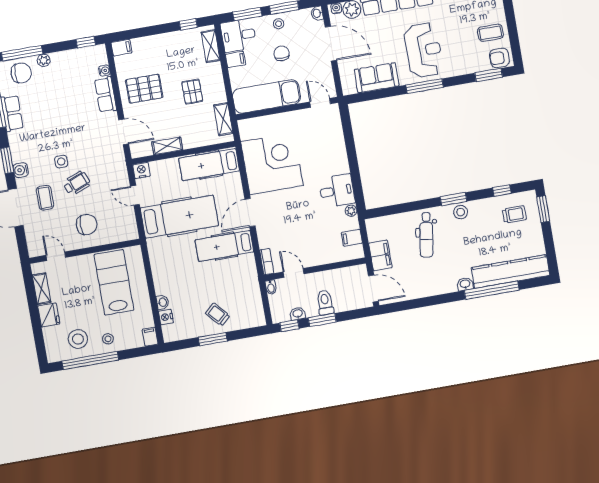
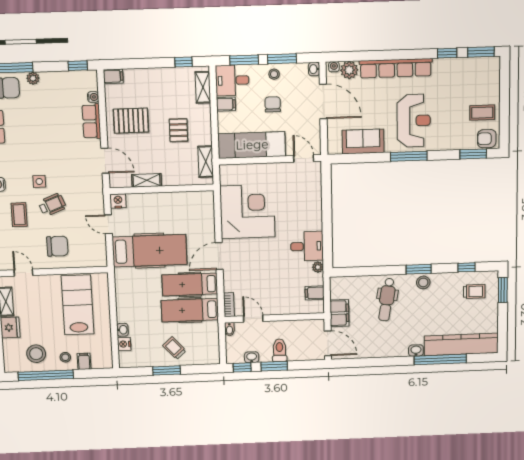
hospital bed: (209, 165) -> (190, 310), moved
filing cabinet: (150, 337) -> (84, 361), moved

